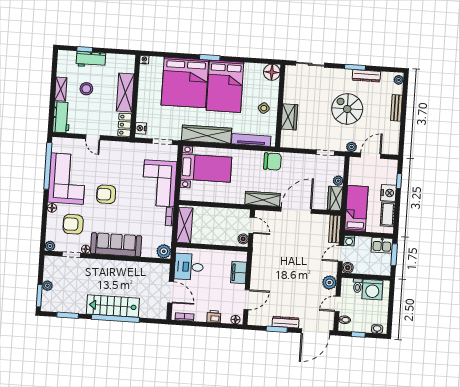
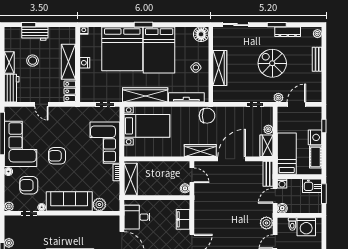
wardrobe: (289, 117) -> (220, 68), width x1.50
nightstand: (141, 128) -> (85, 63), moved
plant: (164, 251) -> (99, 205), moved

